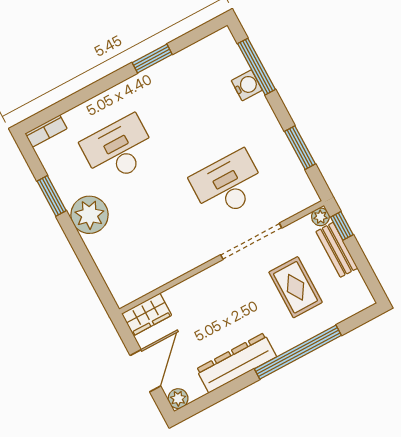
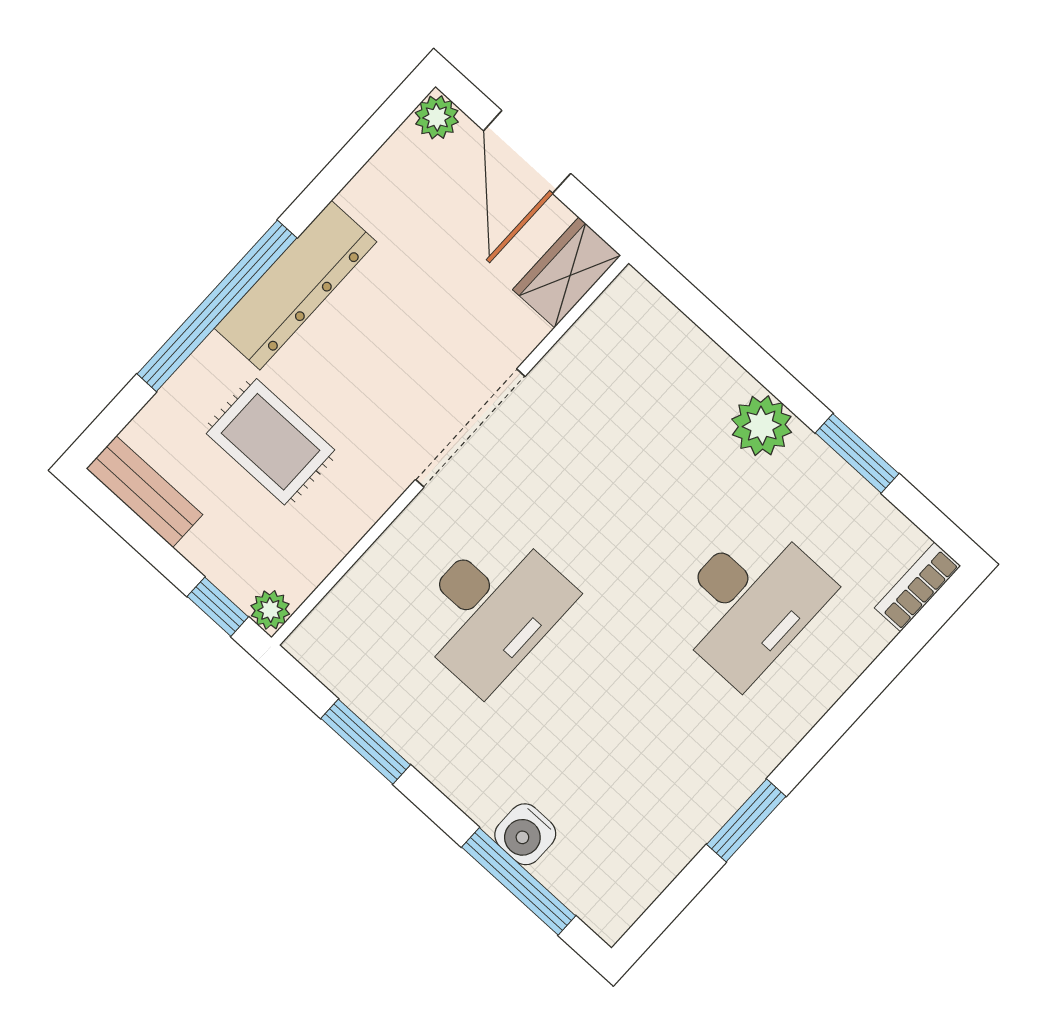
plant: (90, 215) -> (762, 426), width x0.73, depth x0.73
doorway: (251, 241) -> (470, 428), moved
bench: (337, 250) -> (144, 492), moved
dresser: (236, 363) -> (295, 285), moved

